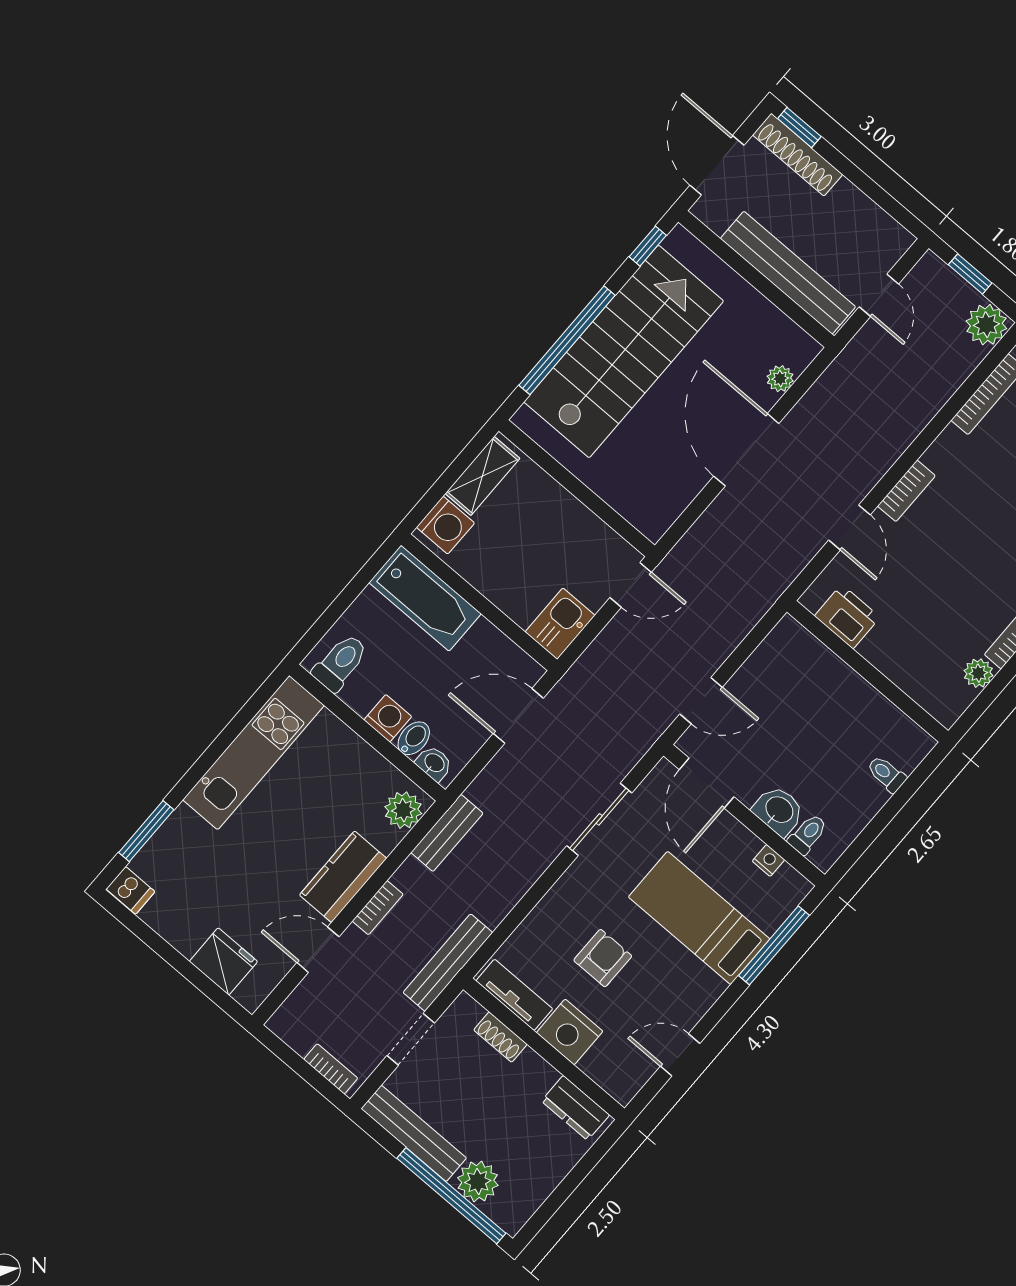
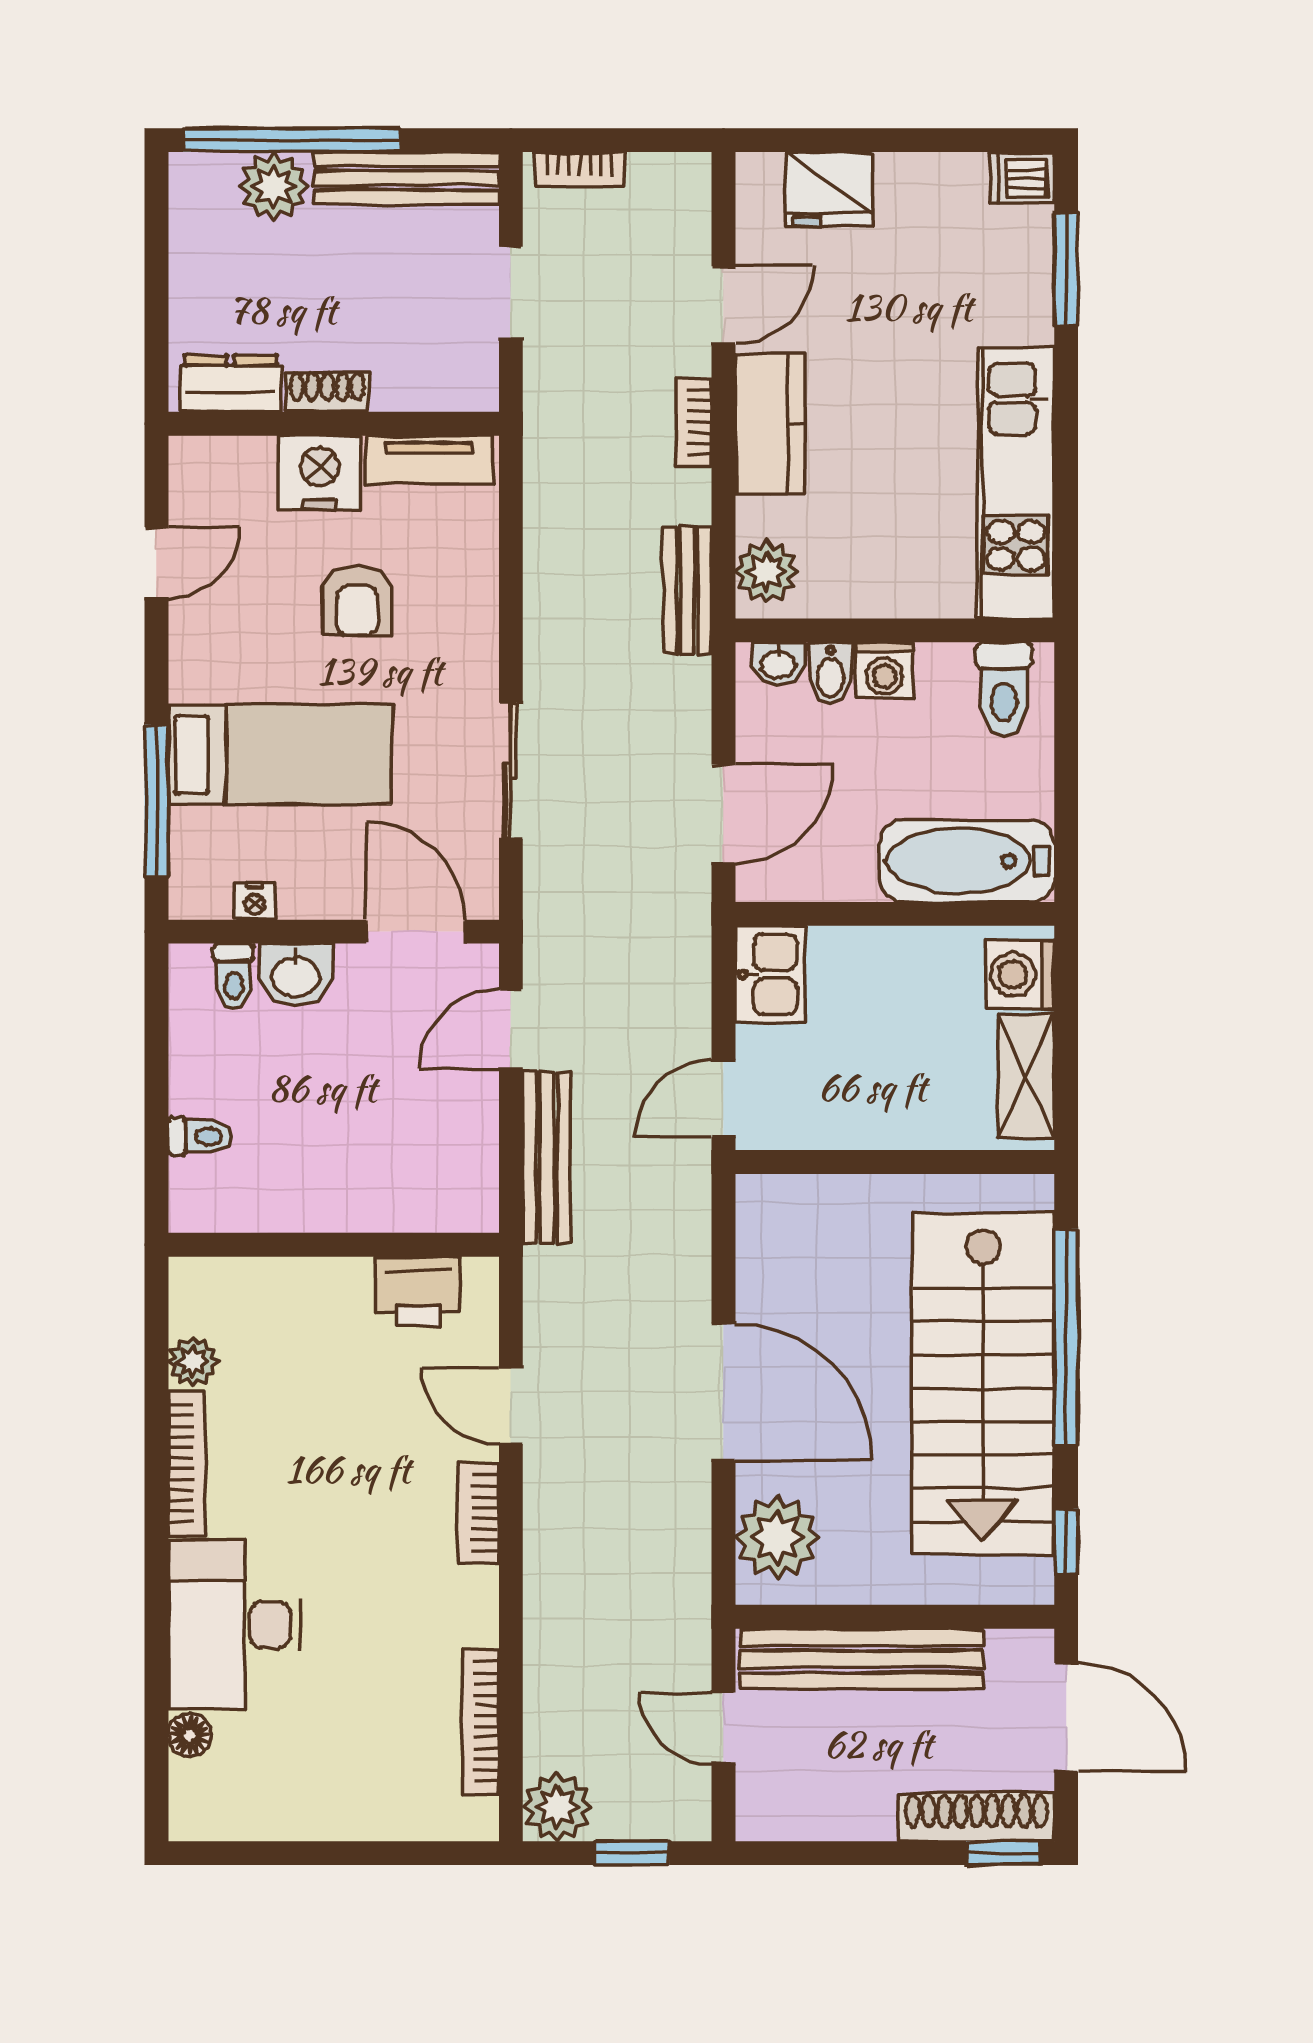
plant: (780, 379) -> (777, 1537), width x1.88, depth x1.88
bench: (448, 963) -> (547, 1157), moved
shoe rack: (500, 1037) -> (327, 392), moved

